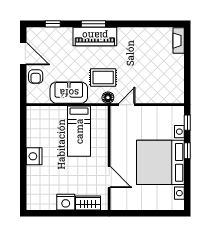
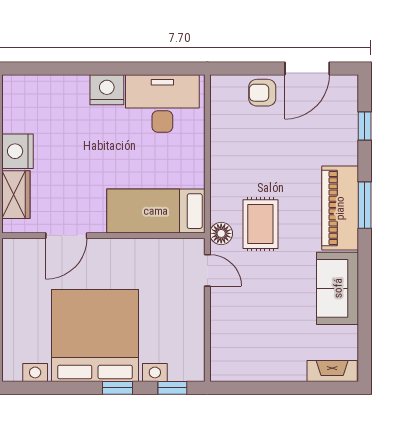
sofa: (69, 93) -> (338, 288), moved, turned 180
desk: (41, 128) -> (162, 104), added
bed: (79, 131) -> (156, 211), moved

